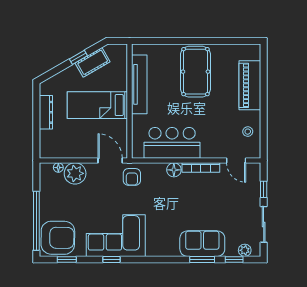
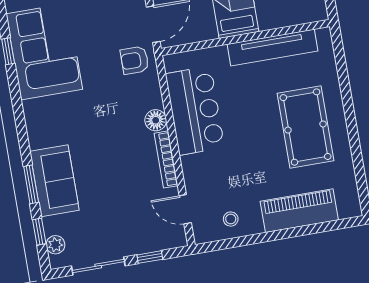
pool table: (195, 72) -> (306, 127), turned 90
door: (236, 160) -> (185, 209), hinge flipped

